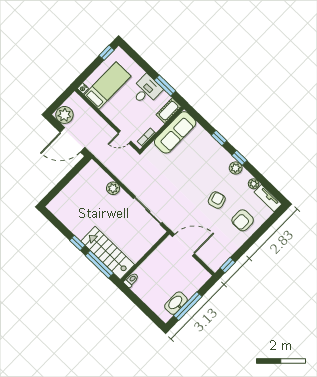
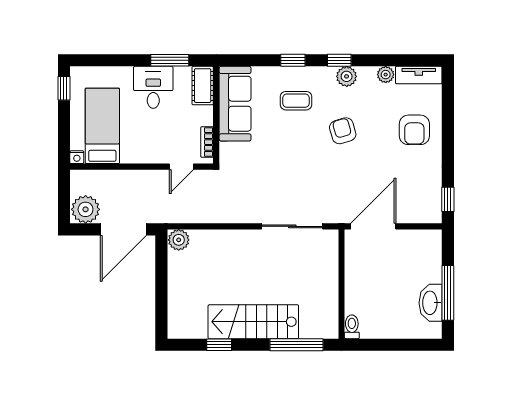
coffee table: (203, 157) -> (296, 101), added
plant: (113, 188) -> (179, 240), moved
armchair: (217, 200) -> (343, 131), moved
window: (77, 243) -> (219, 345), moved
stairs: (108, 253) -> (253, 322), moved

